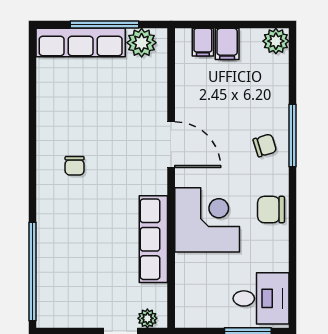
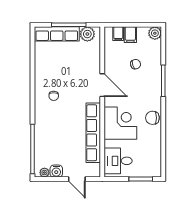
chair: (265, 145) -> (136, 64), moved
row of seats: (153, 239) -> (93, 133), width x1.36
desk: (261, 298) -> (118, 161), moved, turned 180
water cooler: (80, 316) -> (56, 171), added
plant: (147, 318) -> (44, 173), moved

